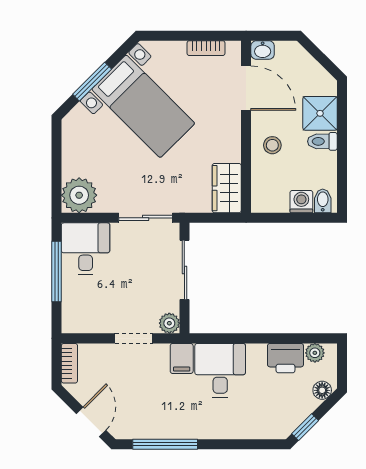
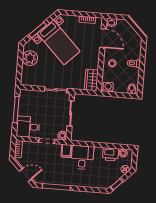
shower: (320, 113) -> (134, 51), removed
plant: (79, 195) -> (30, 58), moved
washing machine: (301, 202) -> (108, 87), moved
desk: (86, 249) -> (28, 127), moved, turned -90
door: (91, 422) -> (26, 175), hinge flipped

